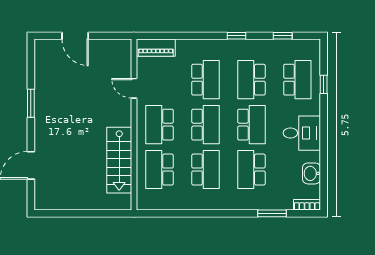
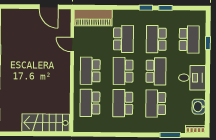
door: (75, 36) -> (49, 7), moved
window: (283, 36) -> (165, 8), moved
piano: (156, 48) -> (93, 18), width x1.37, depth x1.33
school desk: (205, 125) -> (123, 71), turned 180
stairs: (119, 160) -> (46, 123), moved, turned 90
school desk: (205, 170) -> (123, 103), turned 180

